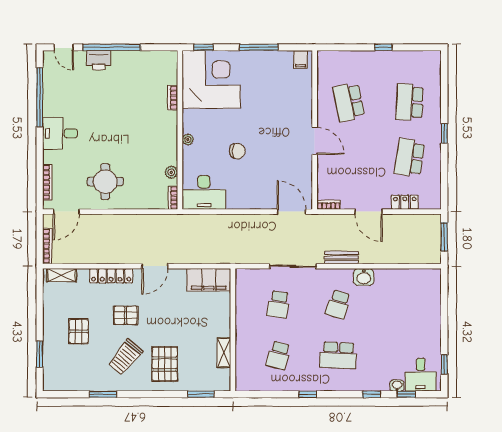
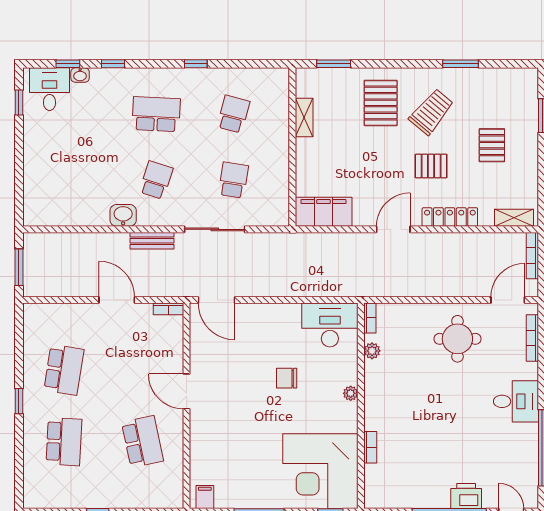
locker: (405, 202) -> (70, 312), removed

